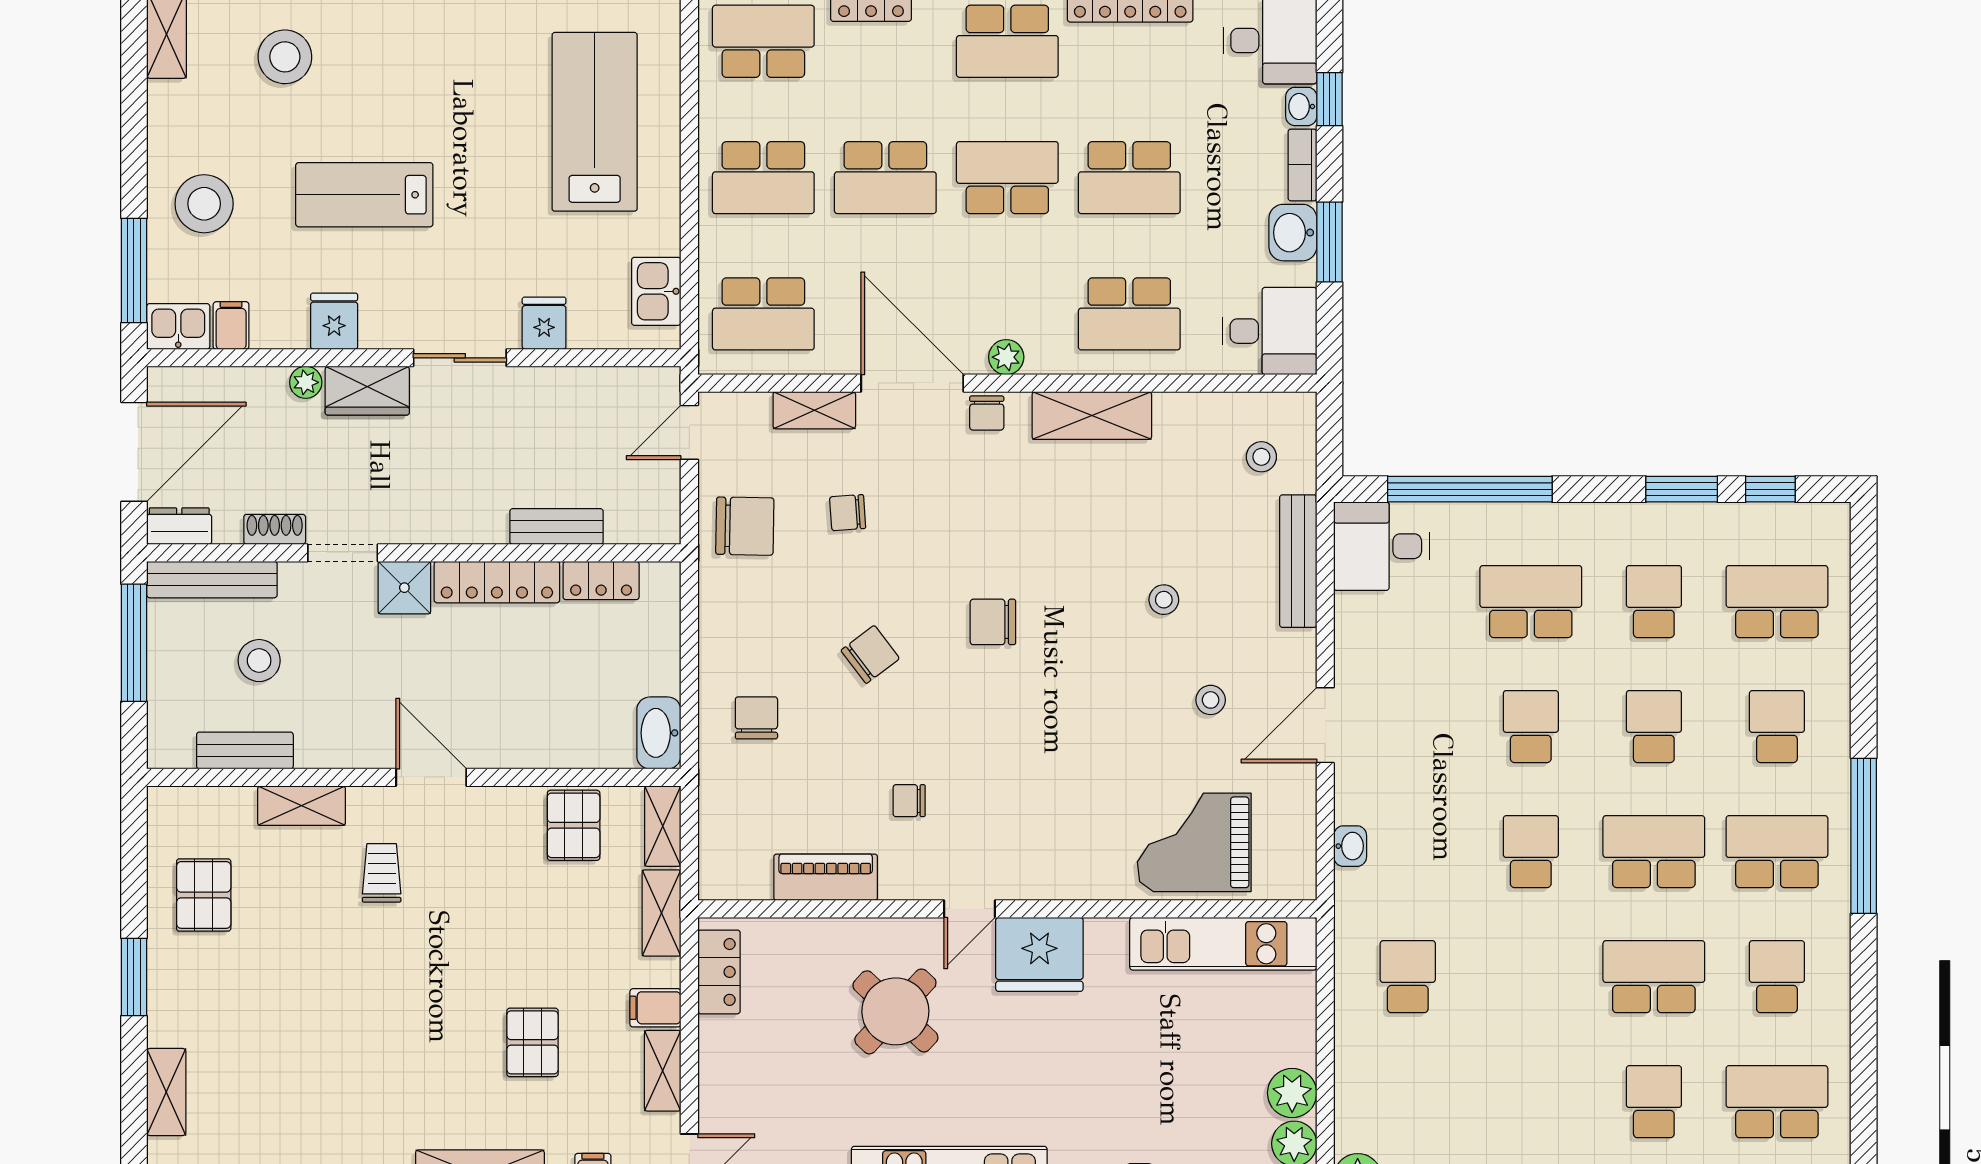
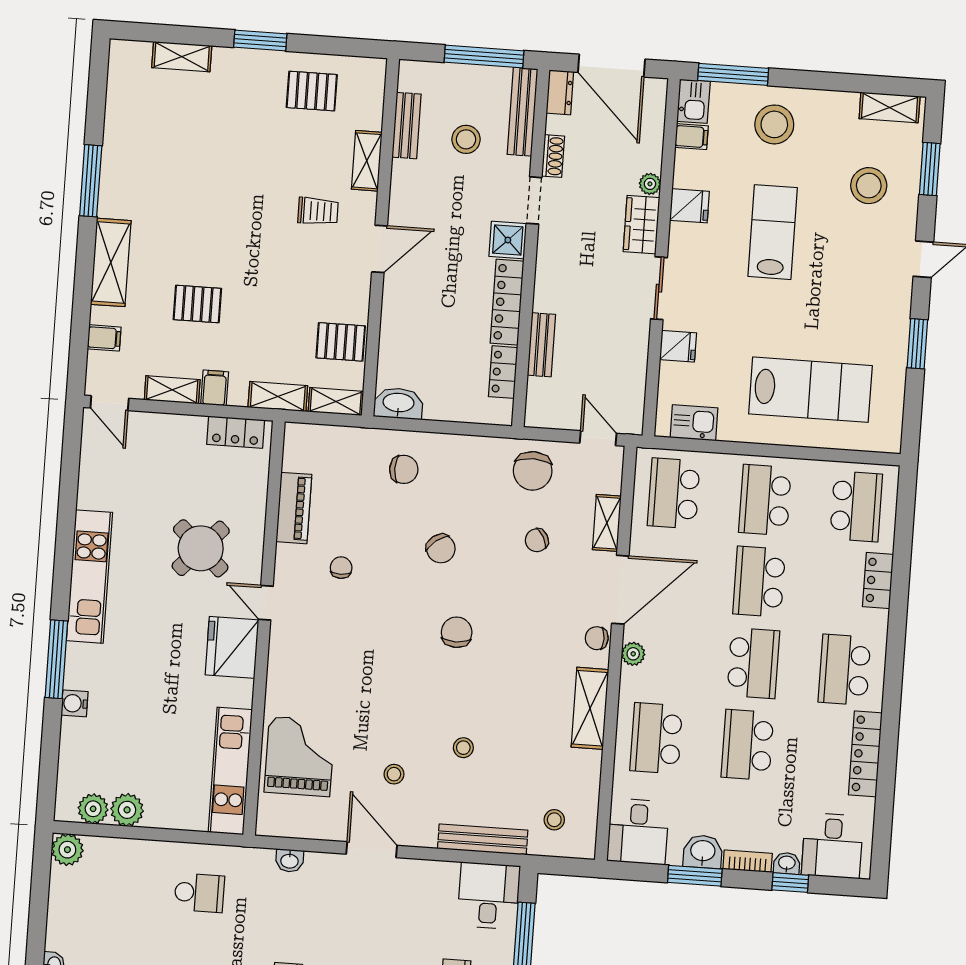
chair: (848, 513) -> (537, 540), turned -115

